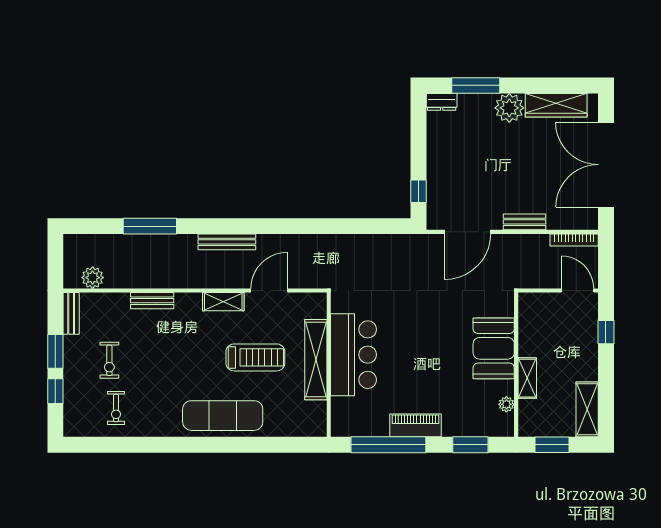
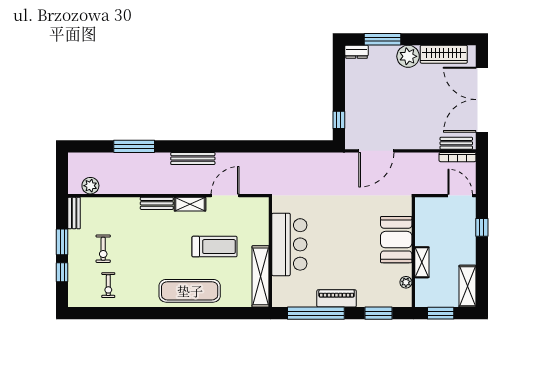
bench: (525, 222) -> (456, 143), moved
bench: (152, 301) -> (157, 203), moved
shelving: (316, 360) -> (261, 276), moved

